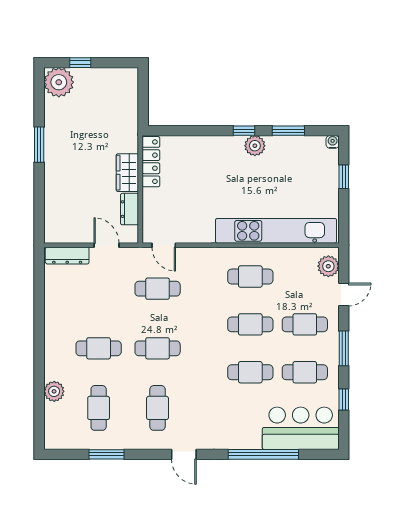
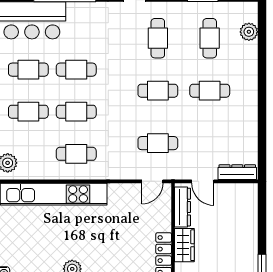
dresser: (130, 209) -> (182, 207), width x1.44
door: (164, 245) -> (152, 181), swing flipped
plant: (54, 391) -> (249, 32), moved

